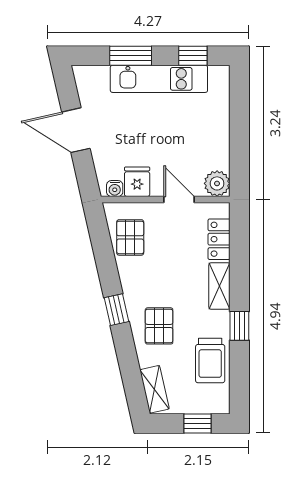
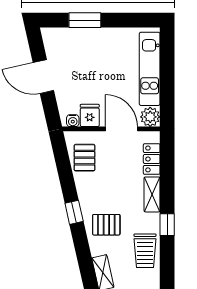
window: (193, 56) -> (132, 20), removed
kitchen unit: (159, 79) -> (150, 69), moved, turned 90
door: (179, 199) -> (121, 129), width x1.38
pallet: (159, 326) -> (106, 225), turned 90

